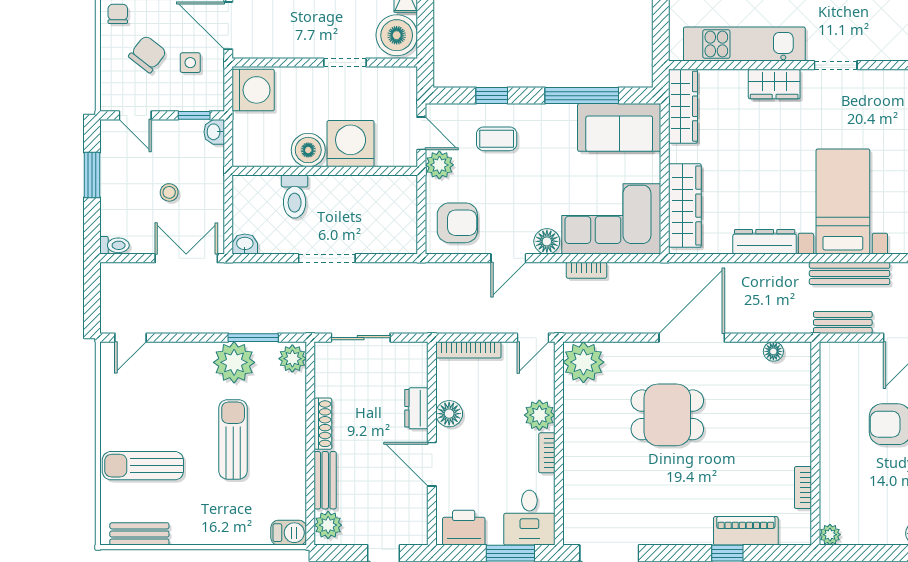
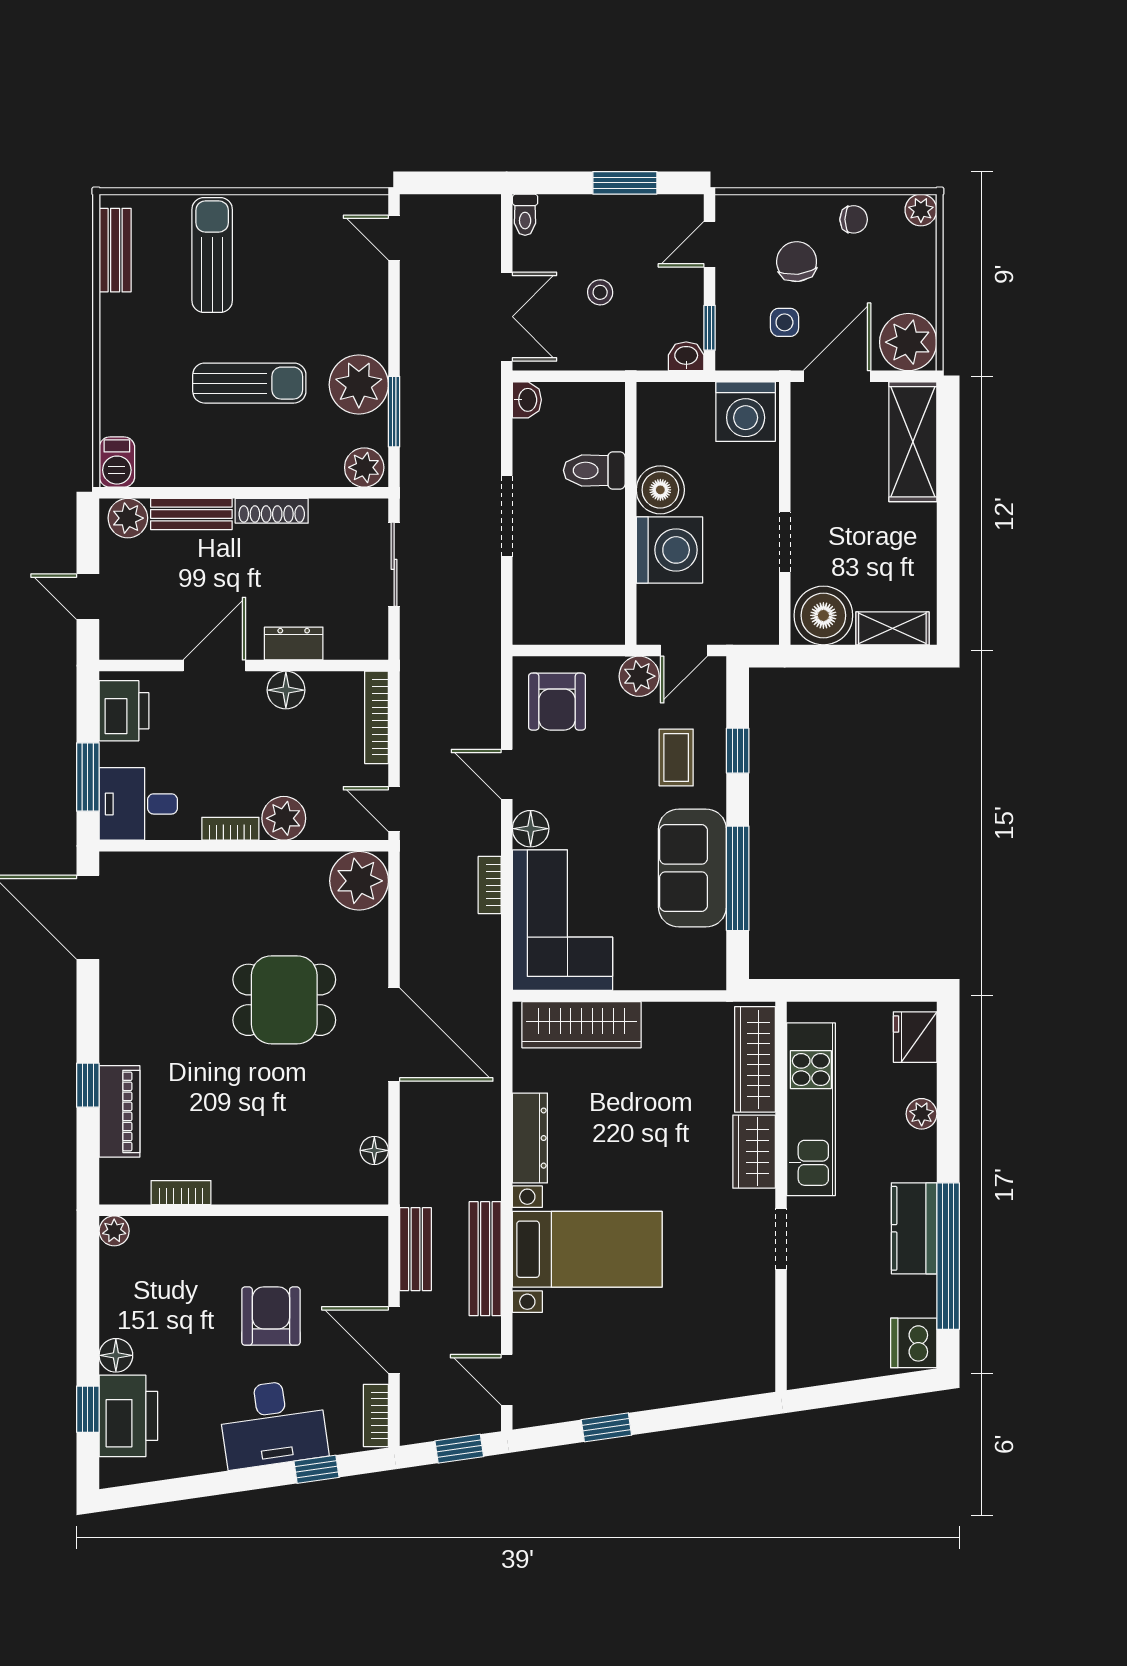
chair: (148, 54) -> (797, 262), turned -134
wardrobe: (683, 106) -> (755, 1059), moved, turned 90
sofa: (619, 127) -> (692, 868), moved
dining table: (667, 415) -> (284, 1000), turned 90

